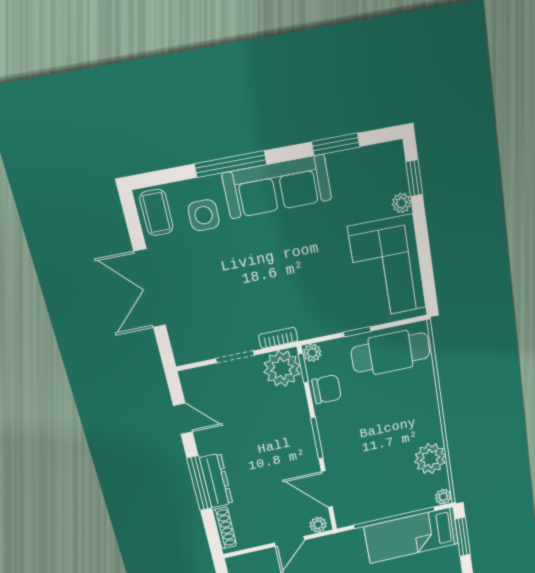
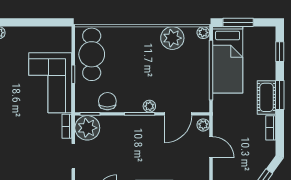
corner sofa: (387, 268) -> (50, 83), moved, turned 90
plant: (312, 353) -> (149, 106), moved

